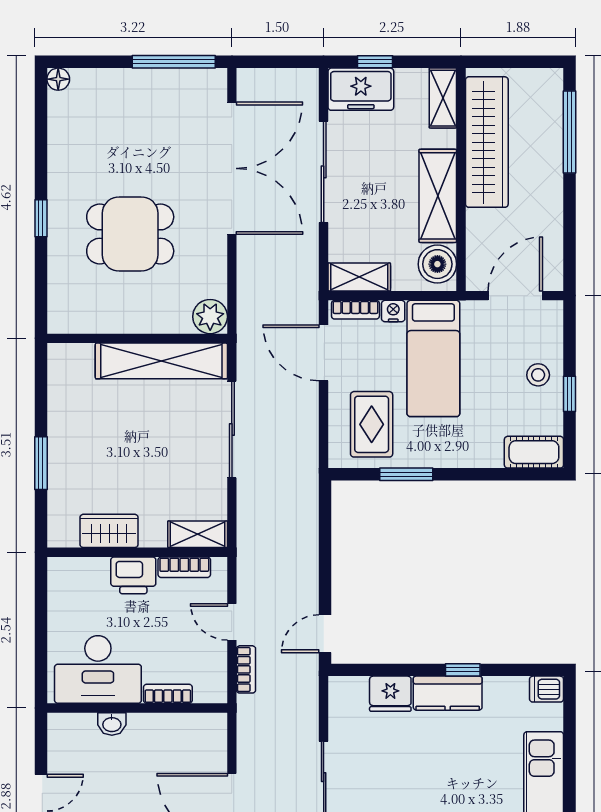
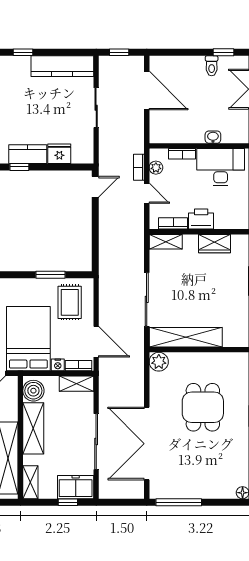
dining table: (130, 234) -> (203, 407), turned 90
bed: (433, 358) -> (28, 339), width x1.50
plant: (215, 669) -> (156, 168), added

